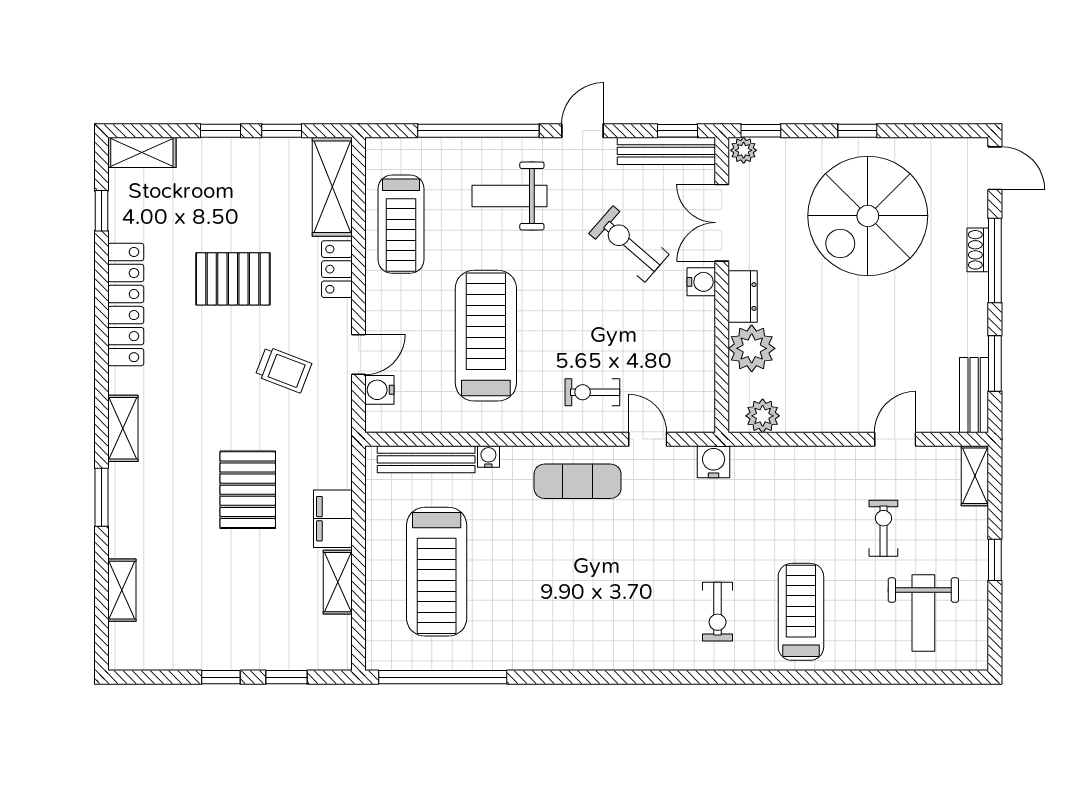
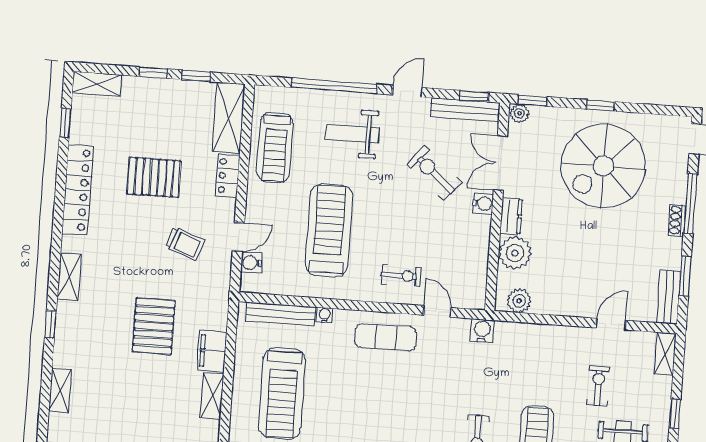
shoe rack: (978, 250) -> (677, 220), moved
exercise bike: (592, 392) -> (401, 276), turned 180
window: (101, 497) -> (50, 324), width x0.67

